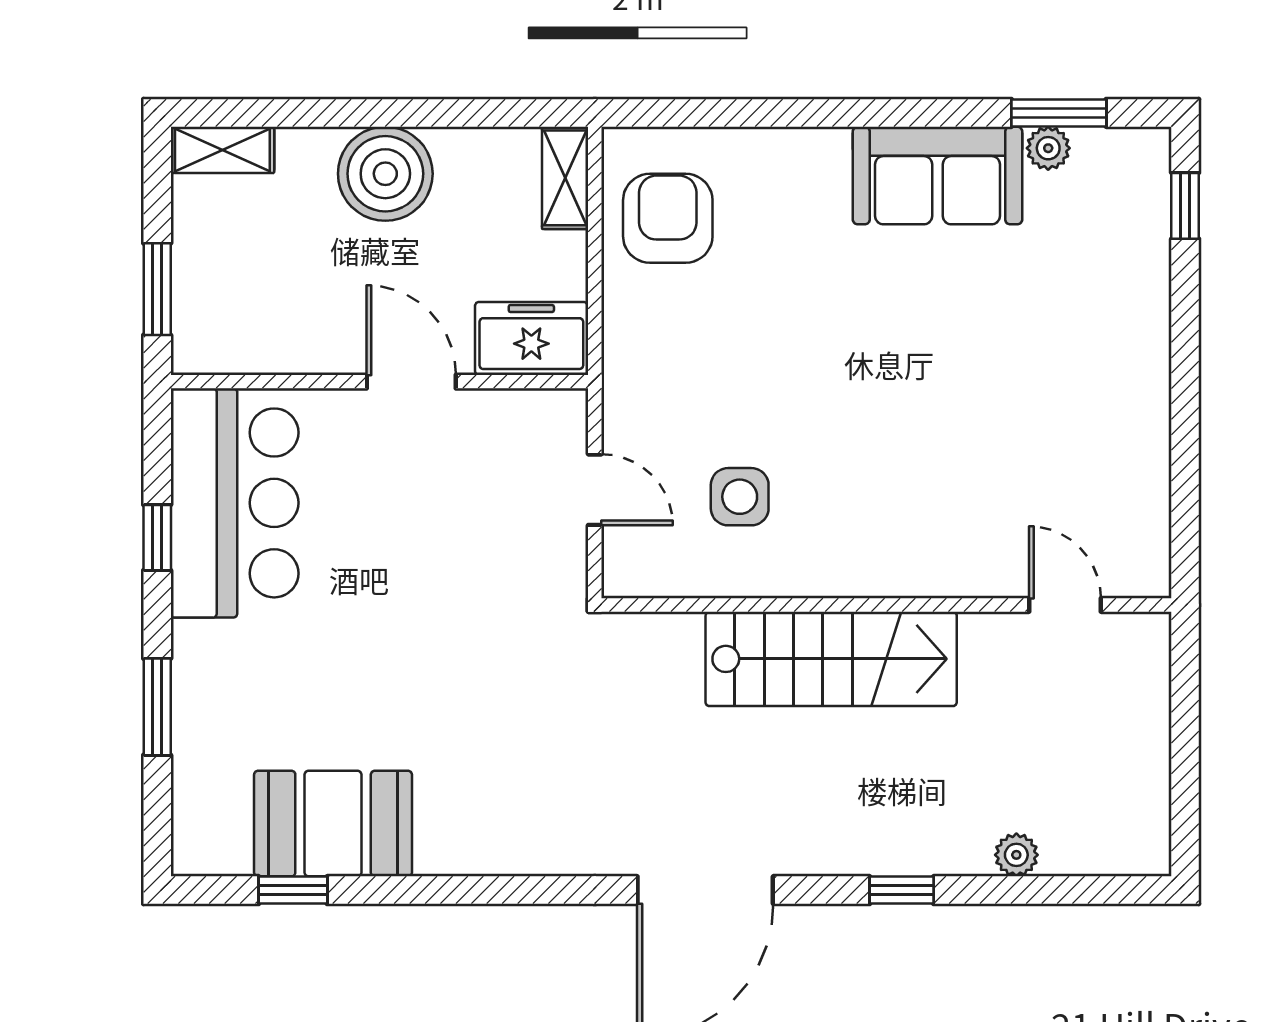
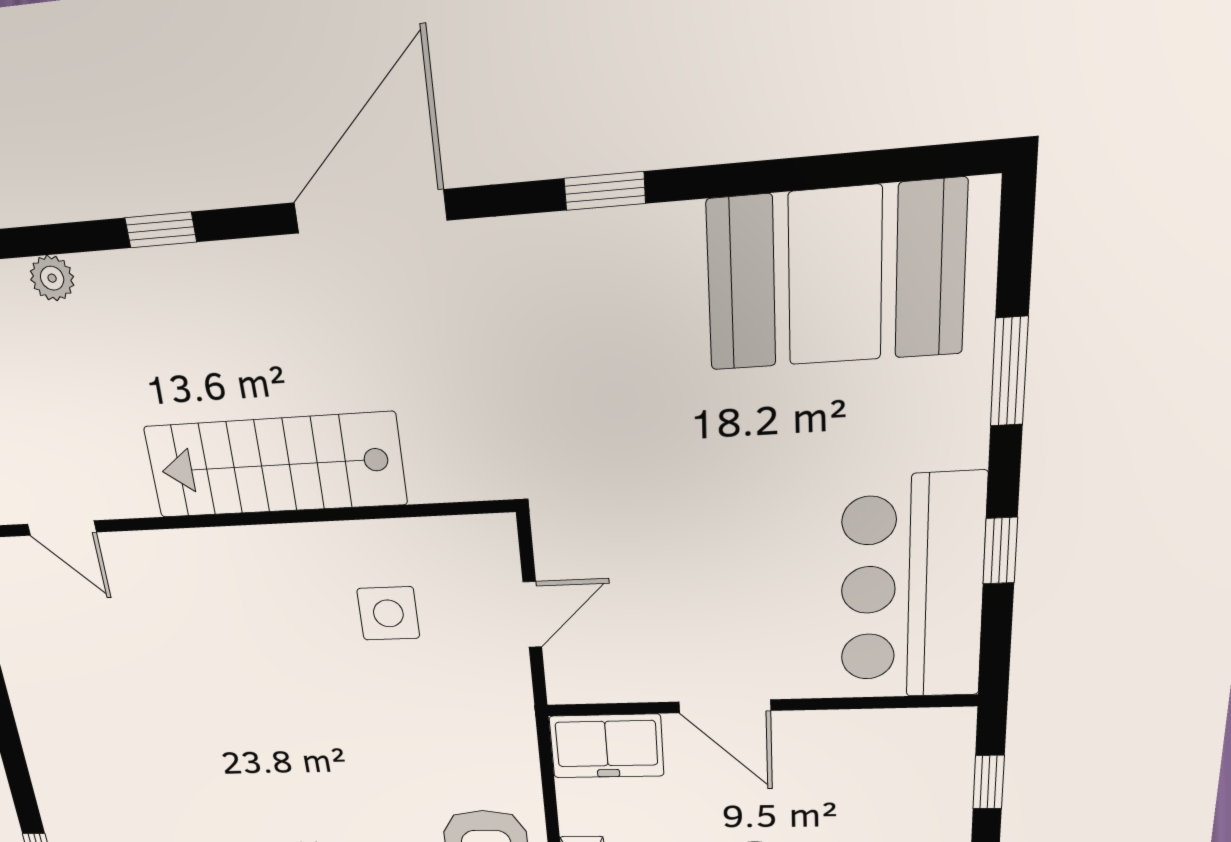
window: (157, 289) -> (989, 782), width x0.67
door: (595, 490) -> (532, 615), swing flipped
booth: (333, 824) -> (835, 277), width x1.36, depth x1.42
window: (293, 890) -> (605, 191), moved

